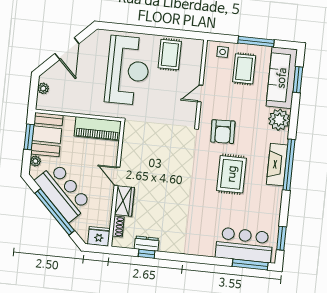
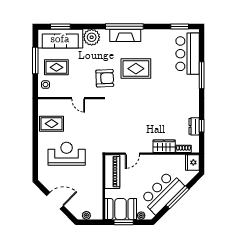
reception desk: (128, 70) -> (67, 154), width x0.74, depth x0.77
door: (117, 176) -> (132, 154), moved
window: (55, 212) -> (177, 197), width x0.68
window: (250, 265) -> (202, 75), moved

